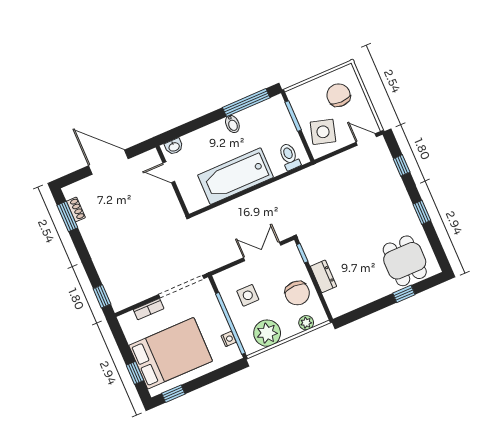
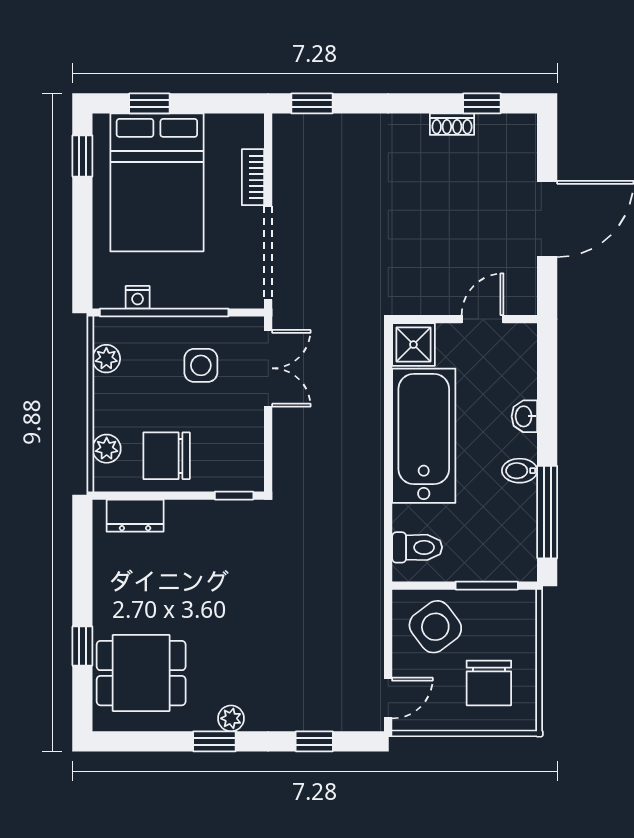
chair: (339, 95) -> (489, 683), turned 90
side table: (323, 132) -> (435, 627), turned 37
washbasin: (174, 147) -> (524, 416), moved
shower: (195, 200) -> (413, 345), added
shoe rack: (76, 209) -> (452, 124), moved
plant: (408, 209) -> (231, 718), added
window: (67, 216) -> (482, 103), width x0.67
double door: (262, 252) -> (268, 368), moved
dresser: (323, 276) -> (135, 516), moved
plant: (267, 333) -> (106, 359), width x0.53, depth x0.53

